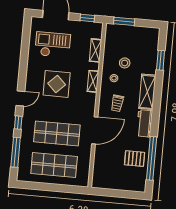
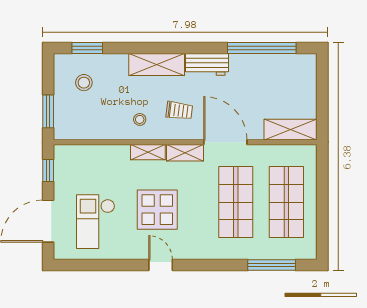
shelving: (96, 50) -> (185, 153), moved
window: (161, 60) -> (87, 48), moved
stool: (125, 63) -> (84, 83), moved
door: (20, 98) -> (161, 265), moved
window: (18, 123) -> (224, 265), removed
pallet: (135, 159) -> (264, 75), removed
shelving: (99, 172) -> (290, 130), added

